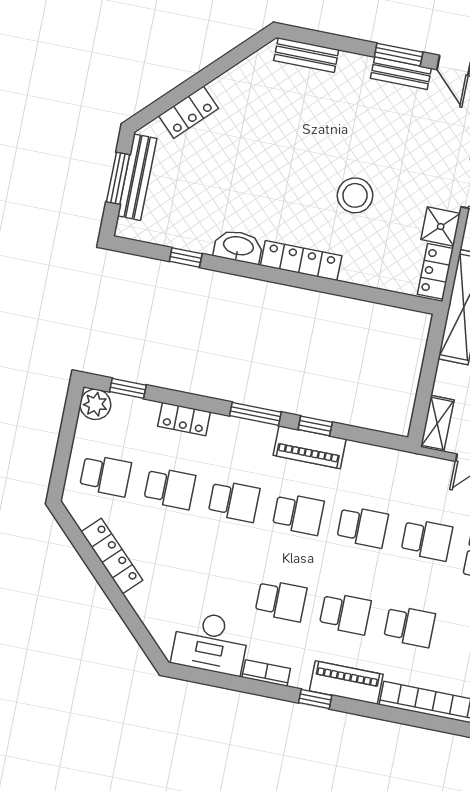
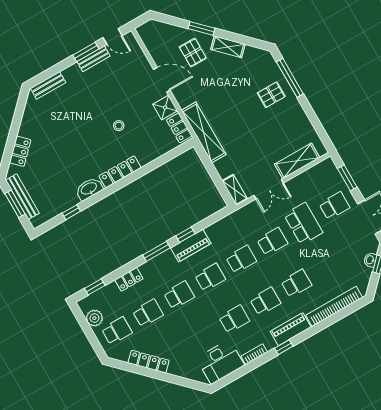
stool: (355, 195) -> (119, 126), width x0.53, depth x0.53
plant: (95, 404) -> (94, 318), moved

